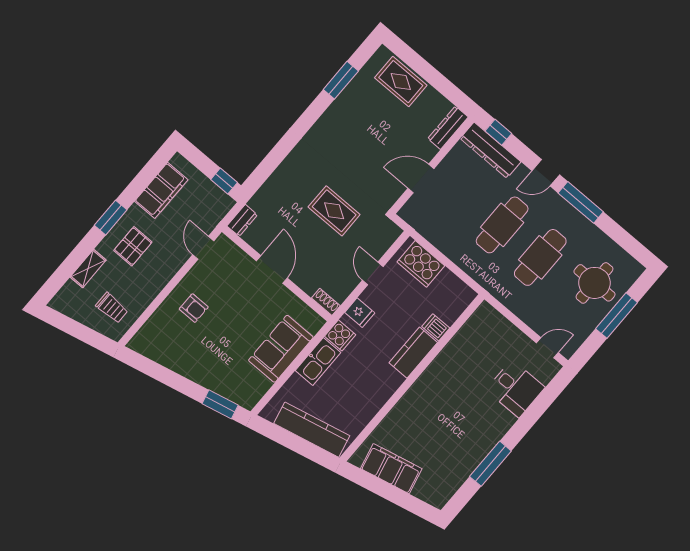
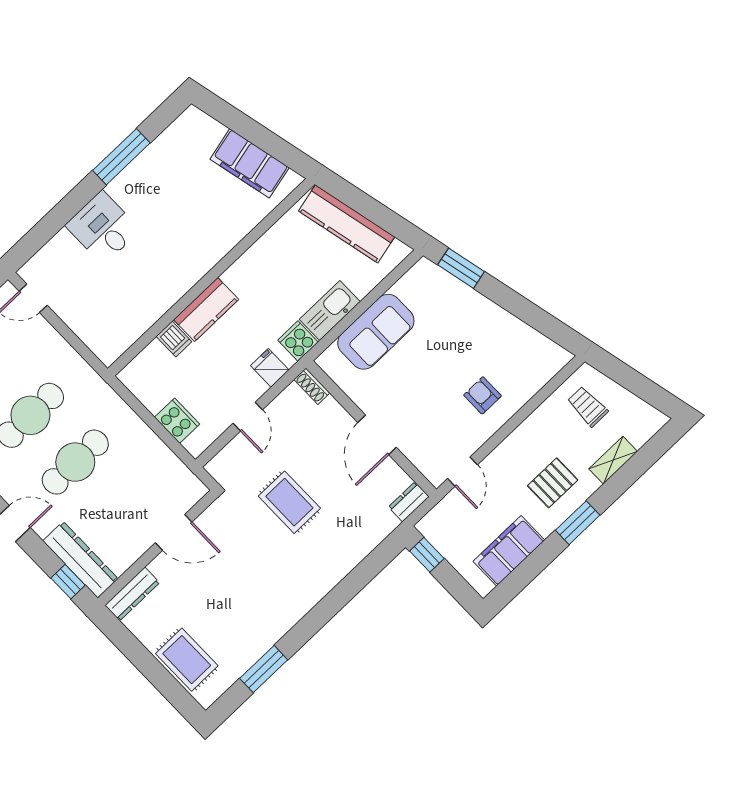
cooker: (421, 264) -> (177, 421), width x0.73, depth x0.76
desk: (515, 389) -> (103, 228), moved

